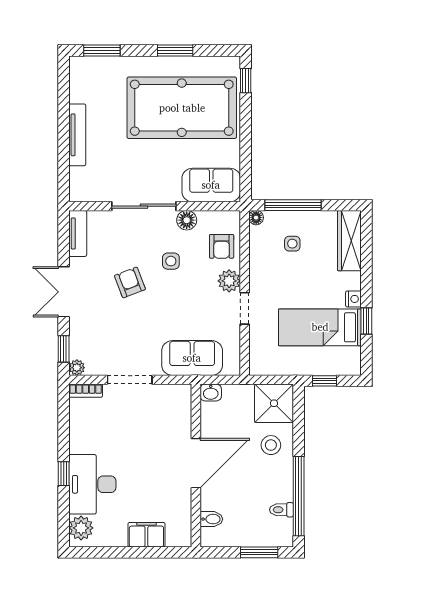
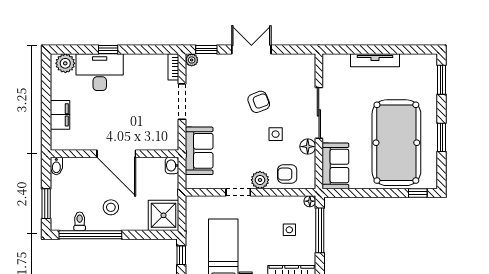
tv unit: (78, 233) -> (297, 61), removed
stool: (271, 445) -> (111, 207), moved
bidet: (211, 519) -> (56, 166), moved

